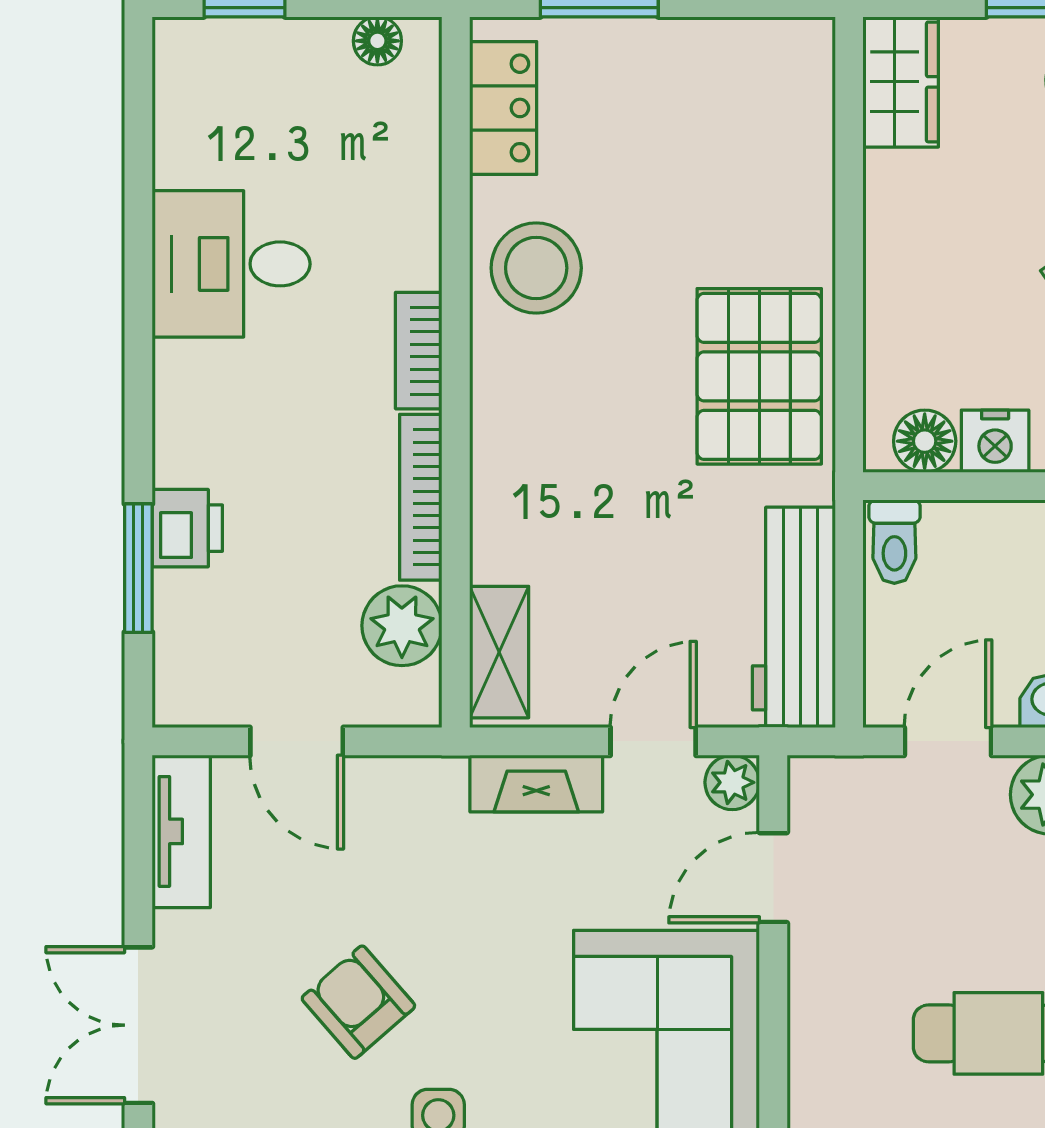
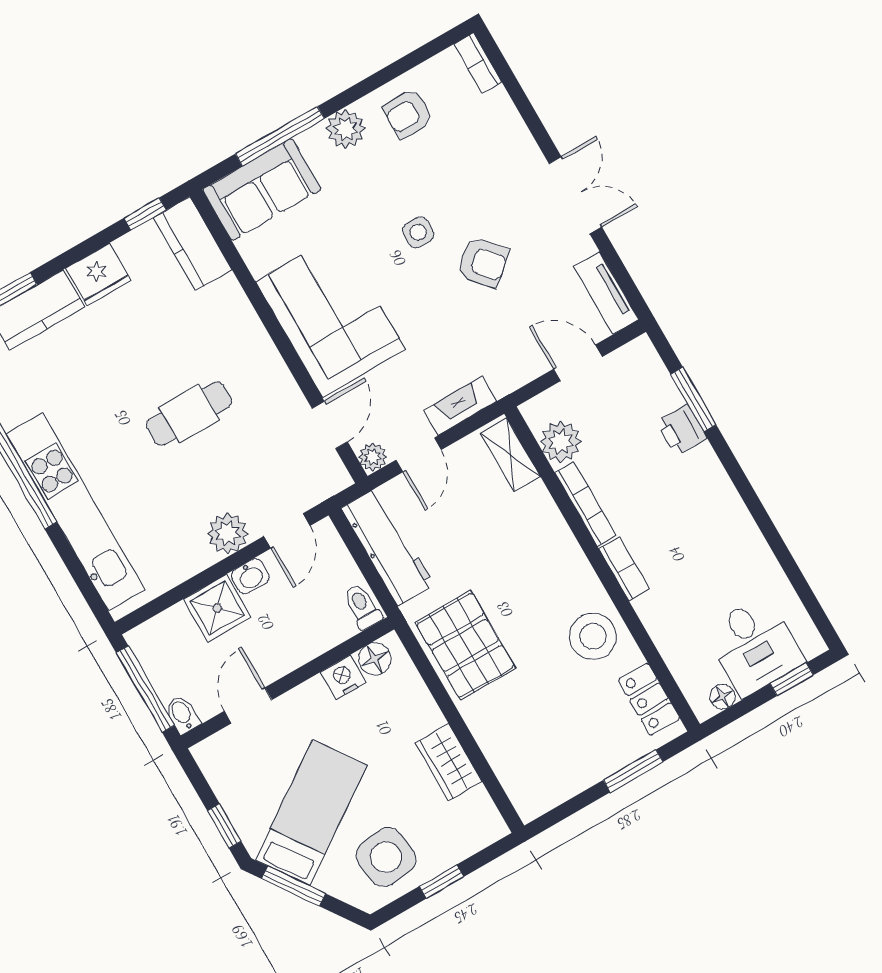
wardrobe: (901, 82) -> (449, 762), moved
desk: (231, 264) -> (754, 646), moved, turned 90

